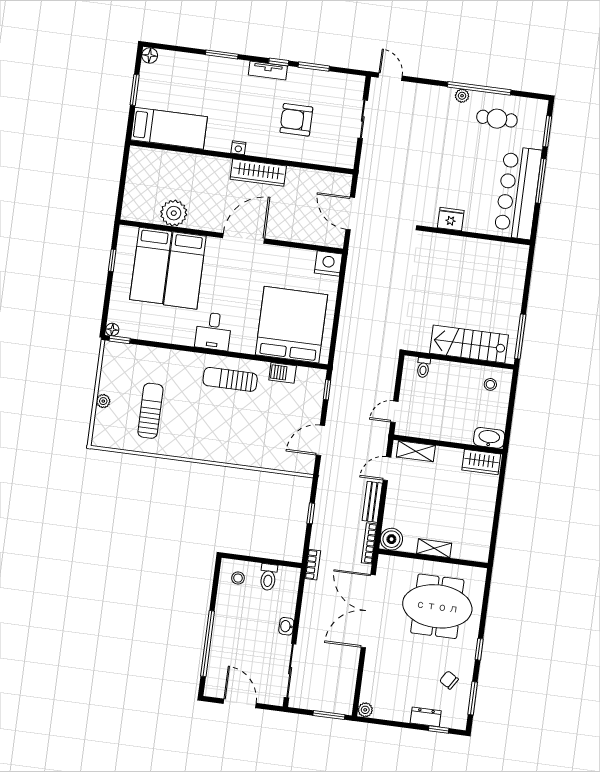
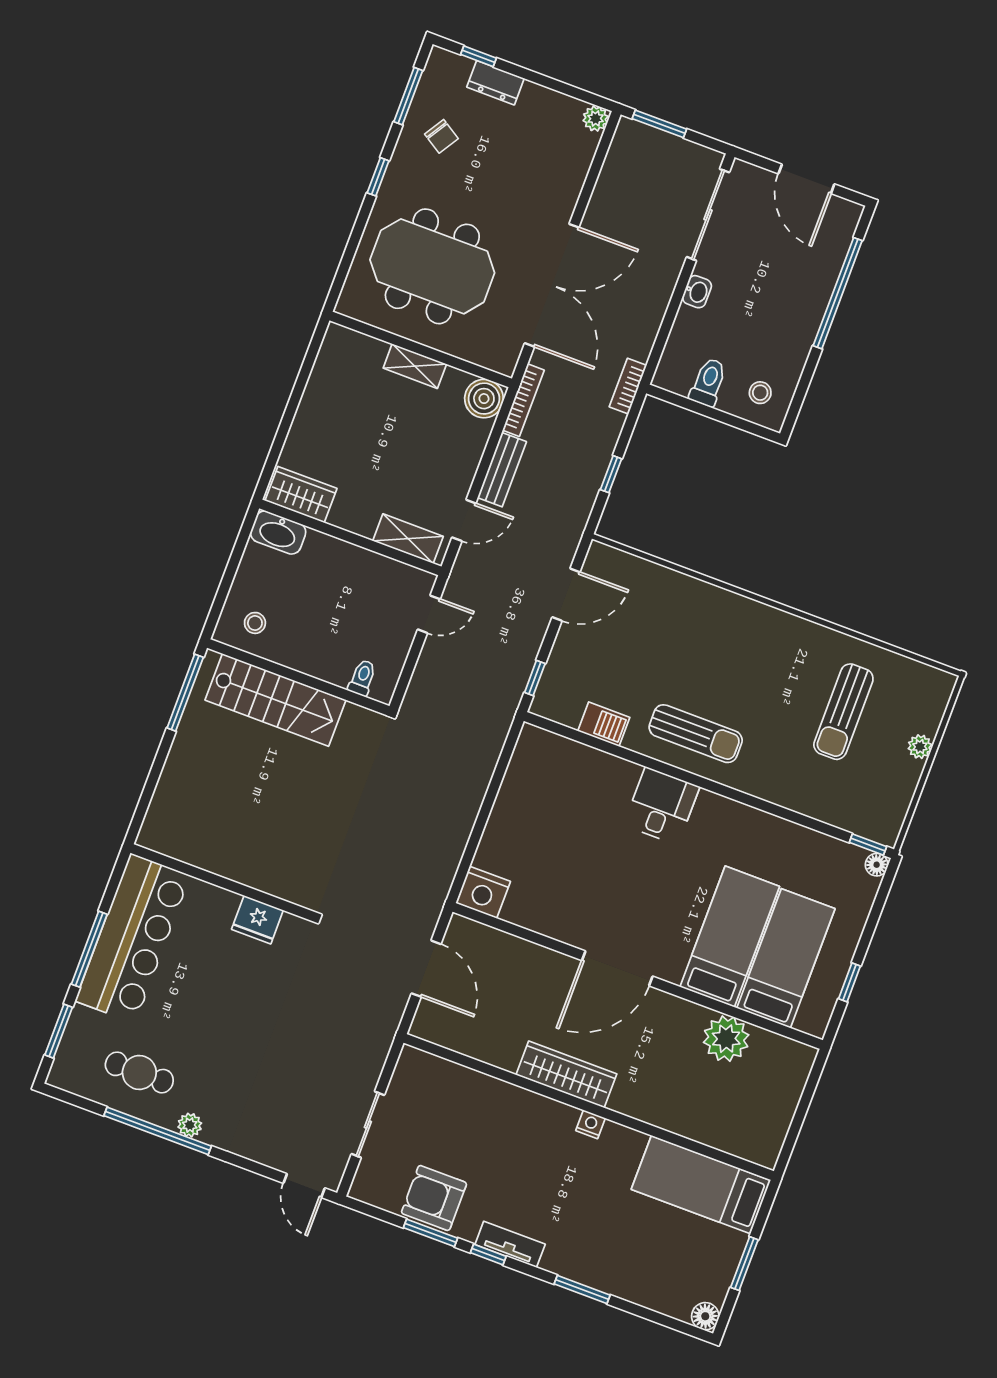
armchair: (296, 120) -> (434, 1198), moved, turned 180
bed: (292, 325) -> (570, 803), removed
desk: (213, 331) -> (662, 806), moved

